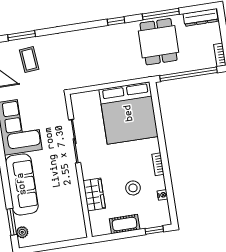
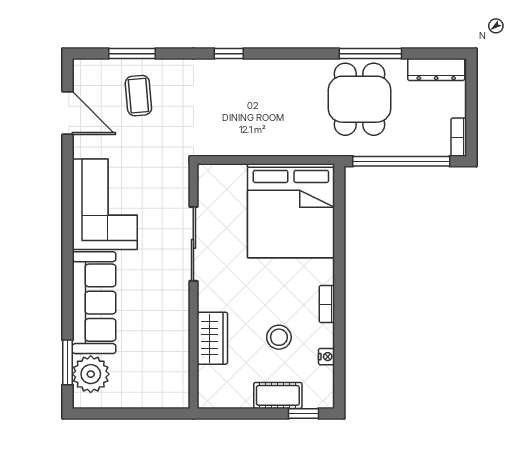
window: (116, 21) -> (229, 54), moved
cot: (125, 224) -> (278, 395), moved
plant: (22, 232) -> (91, 374), width x1.88, depth x1.88

